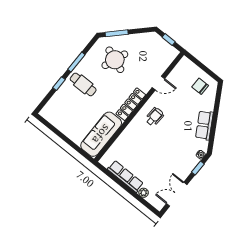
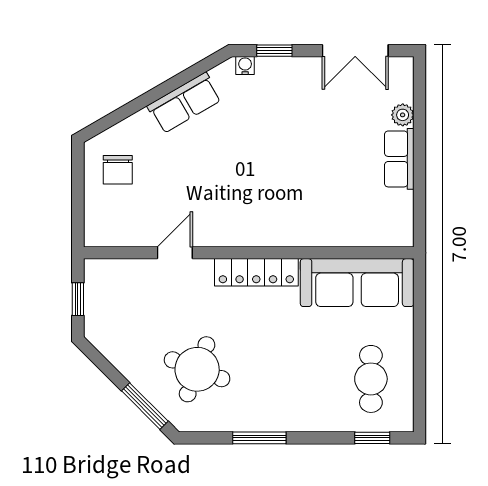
door: (158, 83) -> (175, 253), hinge flipped
window: (59, 84) -> (372, 438), moved
cafe table: (83, 84) -> (371, 379), moved
wheelchair: (154, 117) -> (244, 209), removed
row of seats: (125, 176) -> (399, 159), width x0.68

